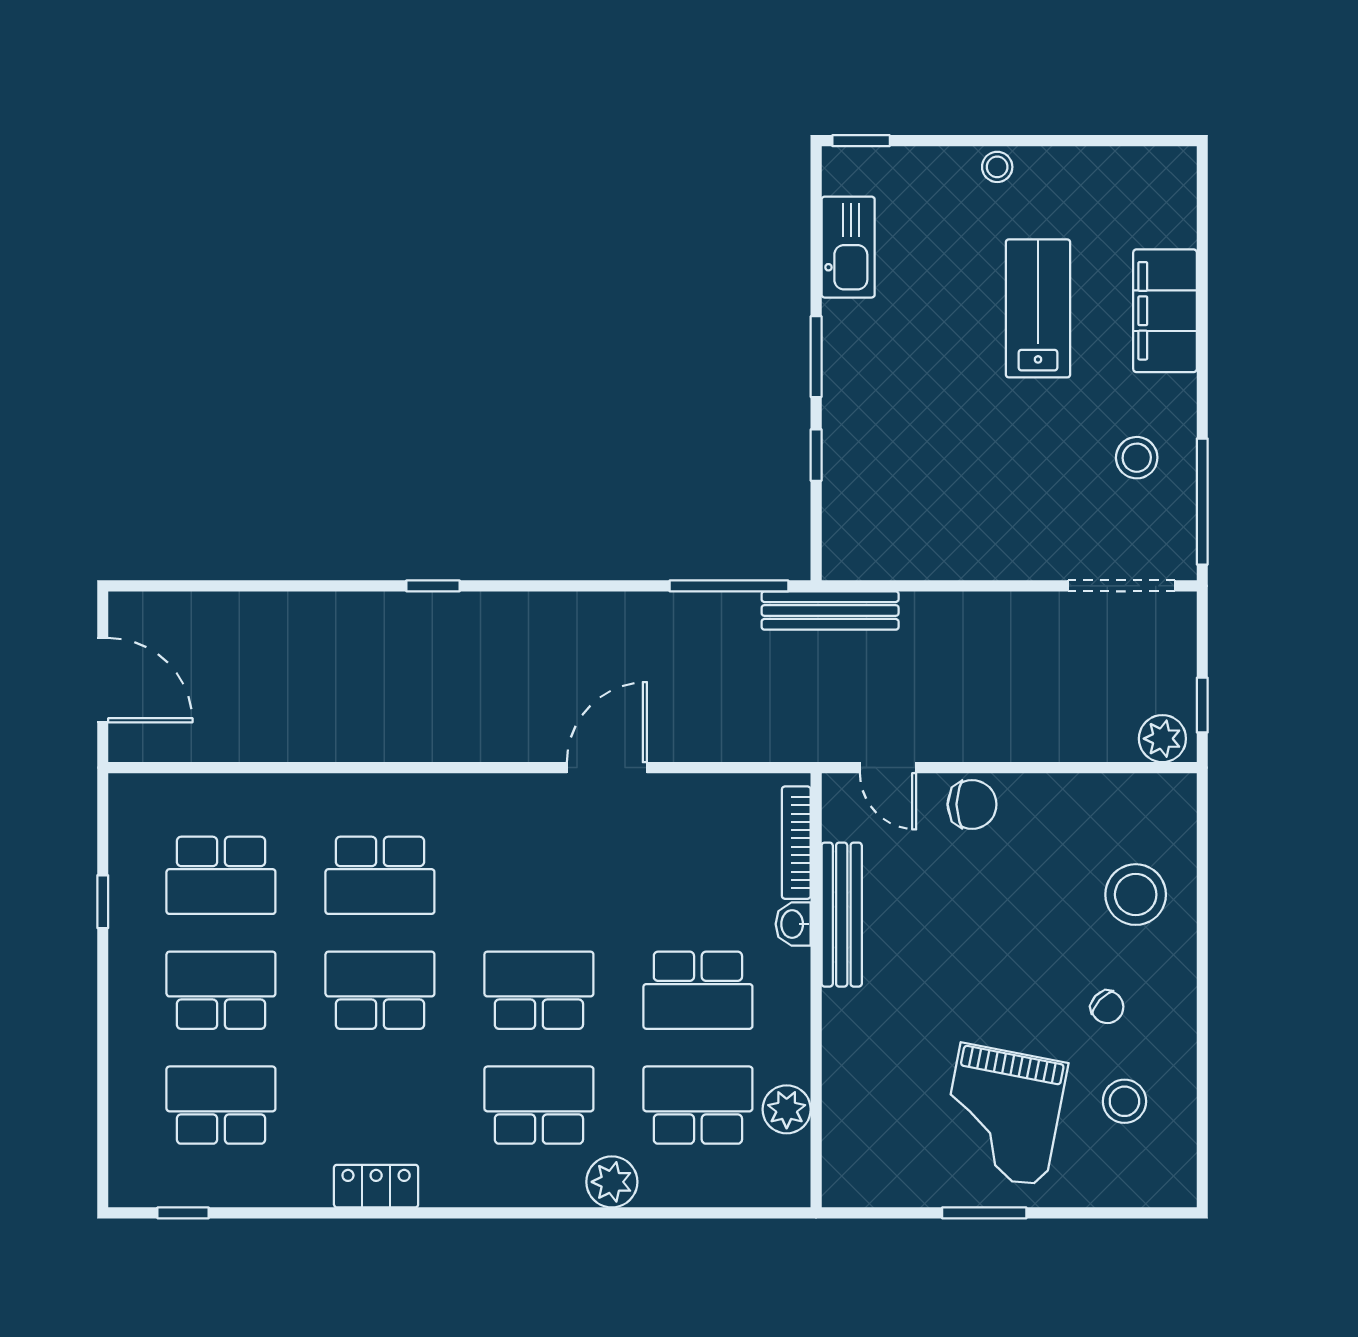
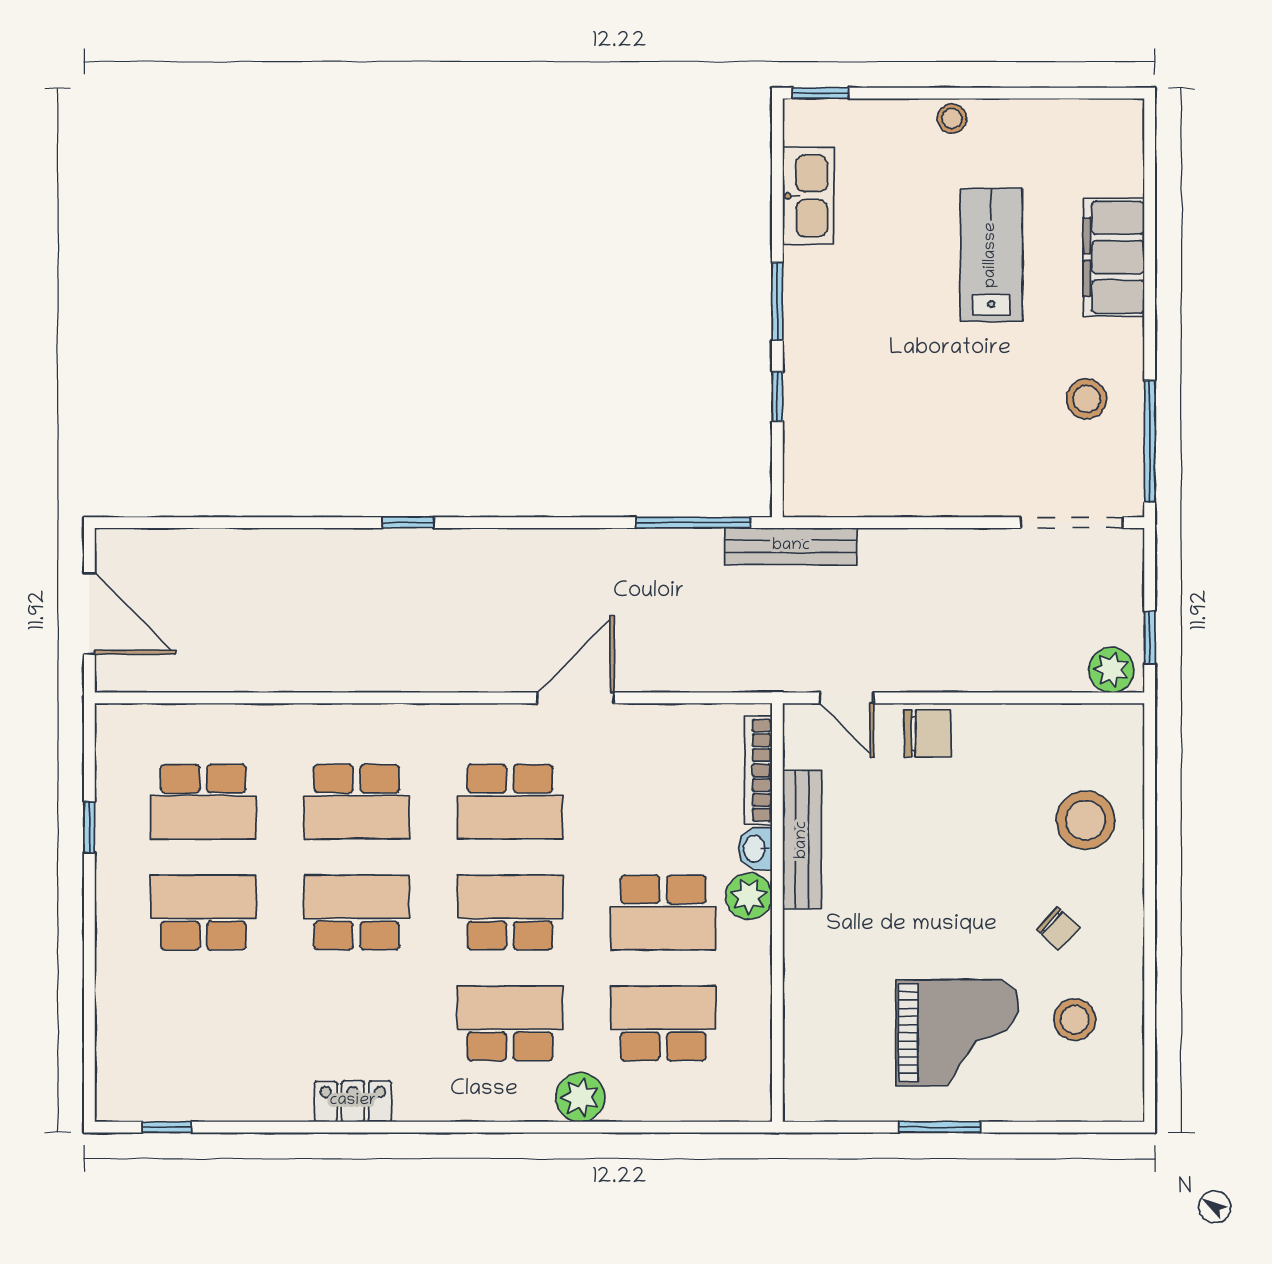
school desk: (221, 1105) -> (510, 802), moved, turned 180
plant: (787, 1109) -> (749, 896), moved
grand piano: (1003, 1115) -> (957, 1033), turned -101

